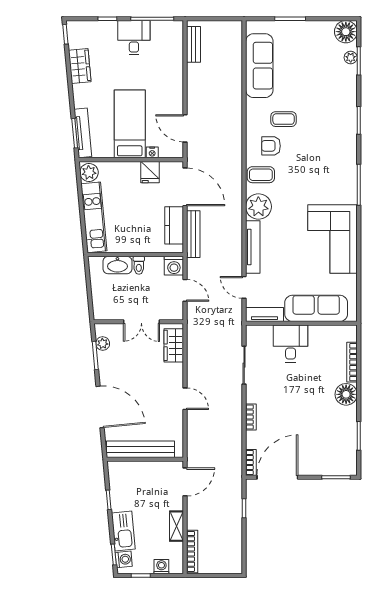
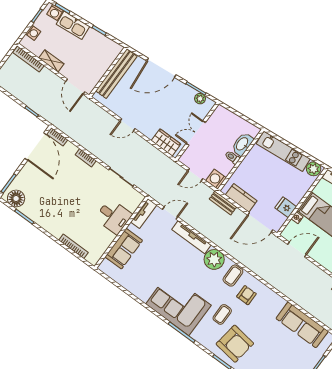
coffee table: (284, 119) -> (222, 314), moved
armchair: (330, 121) -> (235, 344), added
bench: (193, 234) -> (223, 203), width x0.73
corner sofa: (332, 239) -> (178, 305), moved
sofa: (316, 308) -> (124, 249), width x0.73
floor lamp: (346, 394) -> (16, 198), moved

